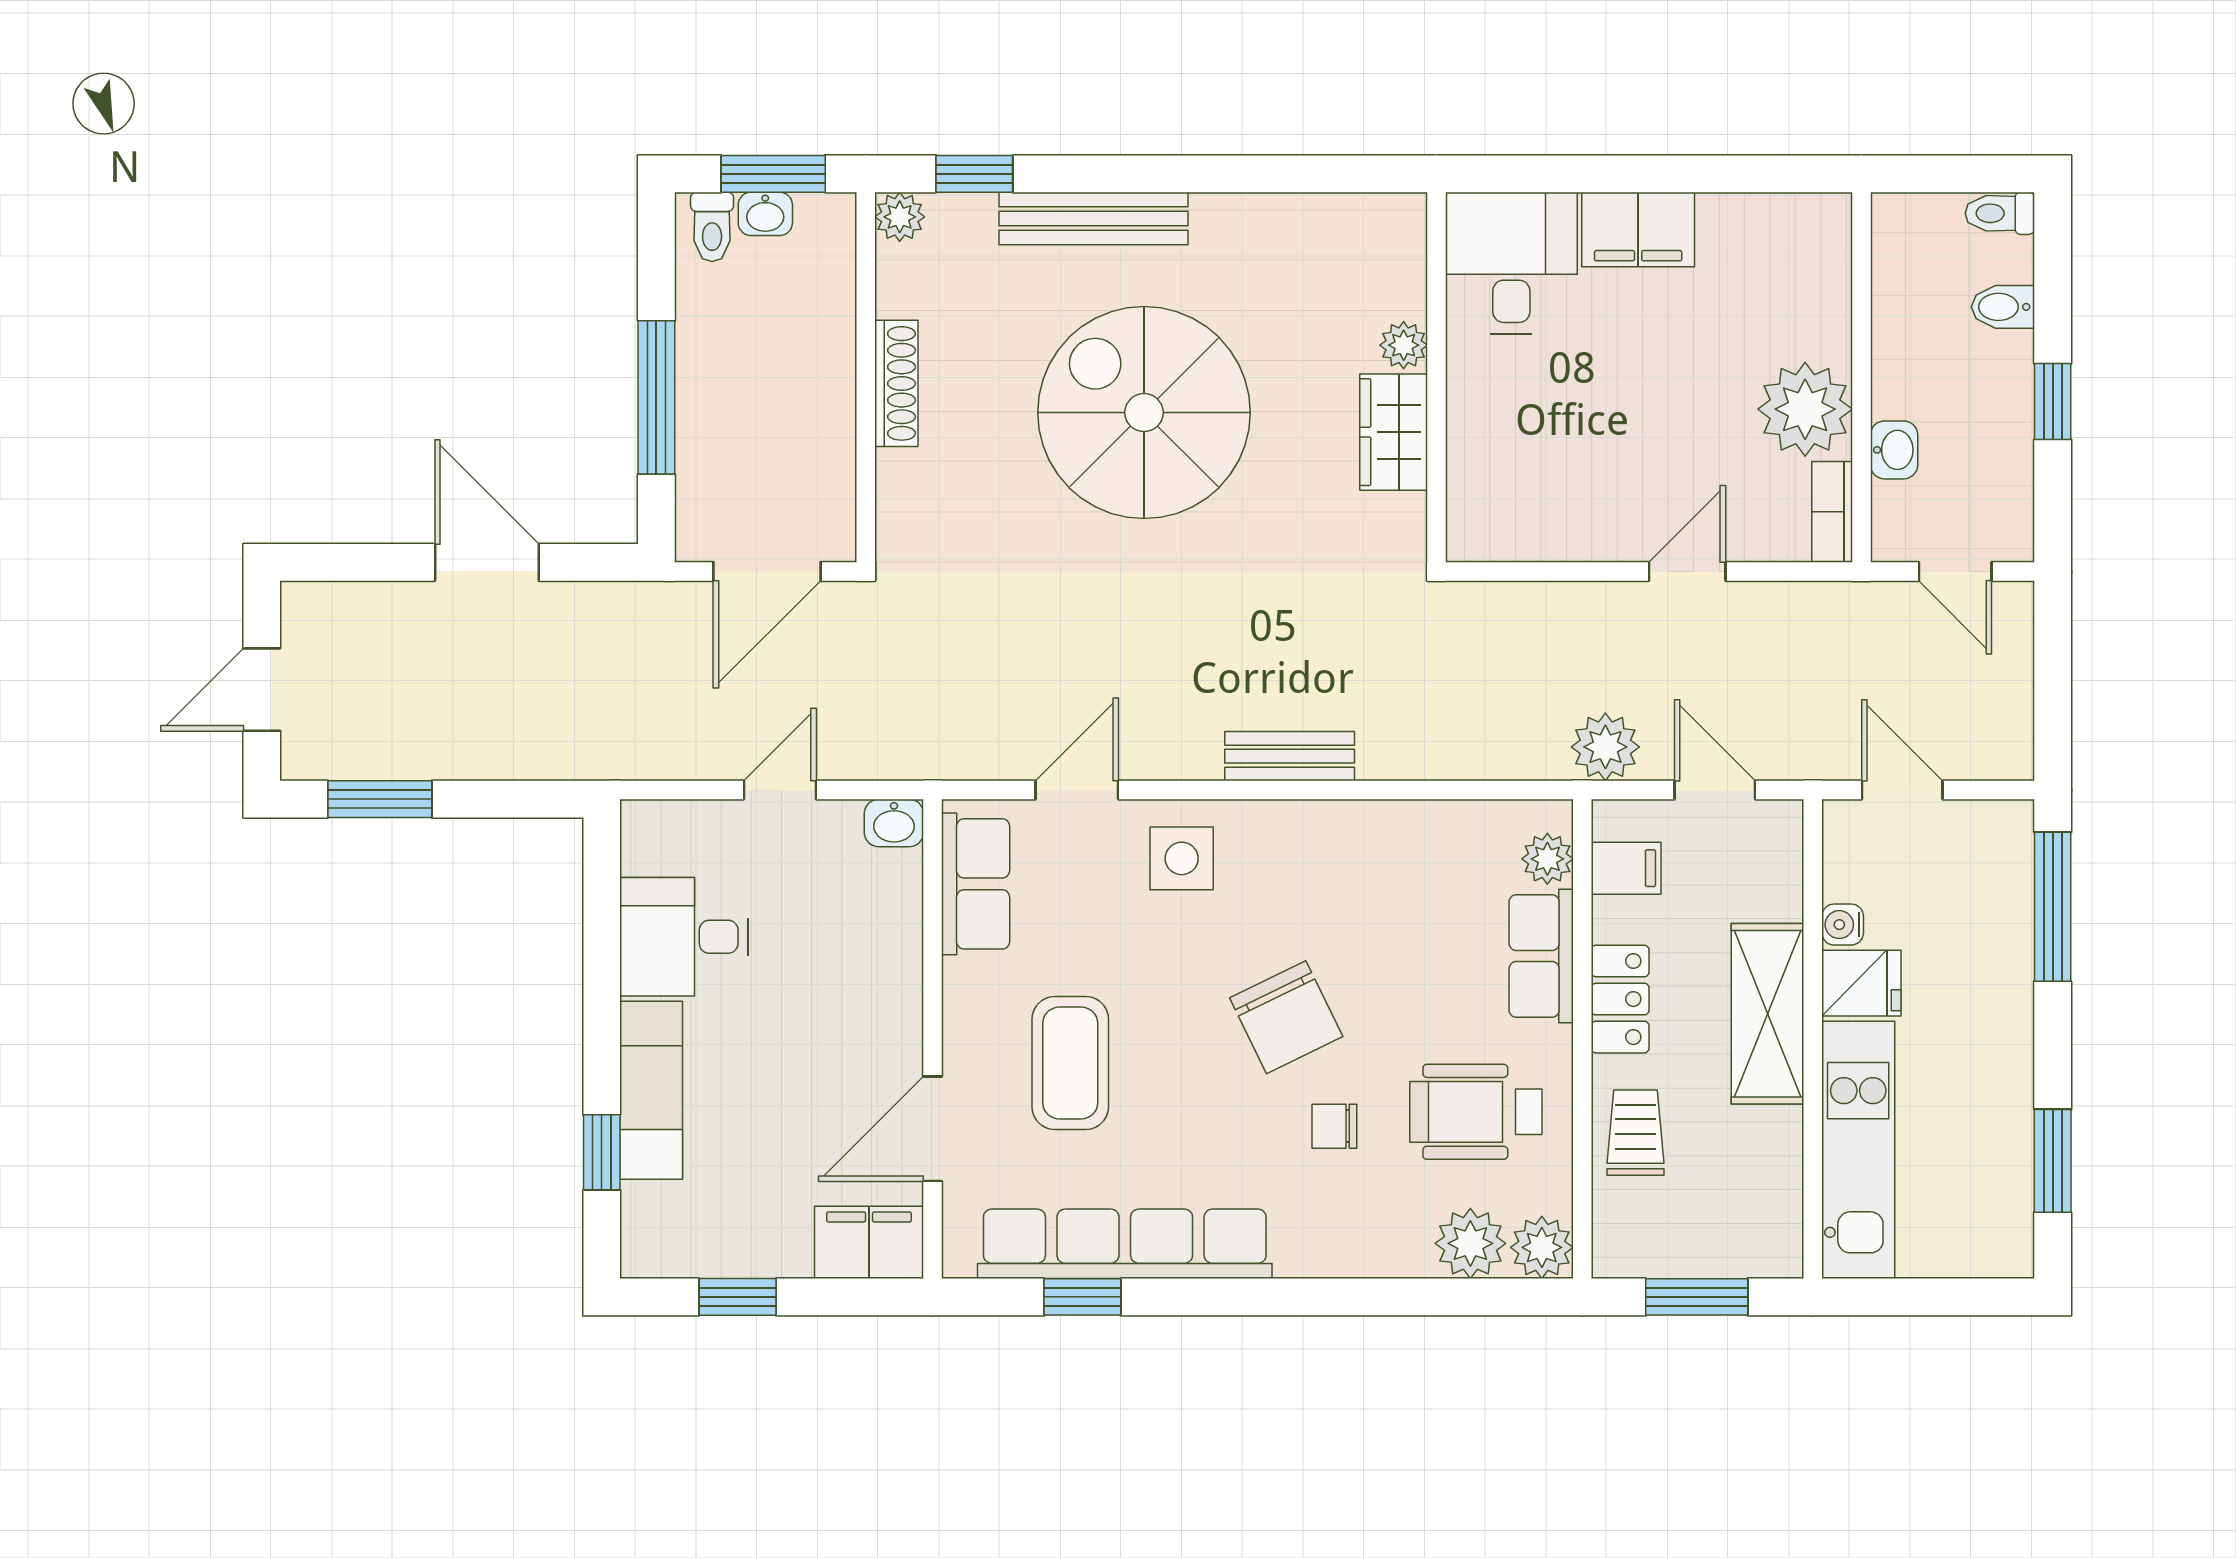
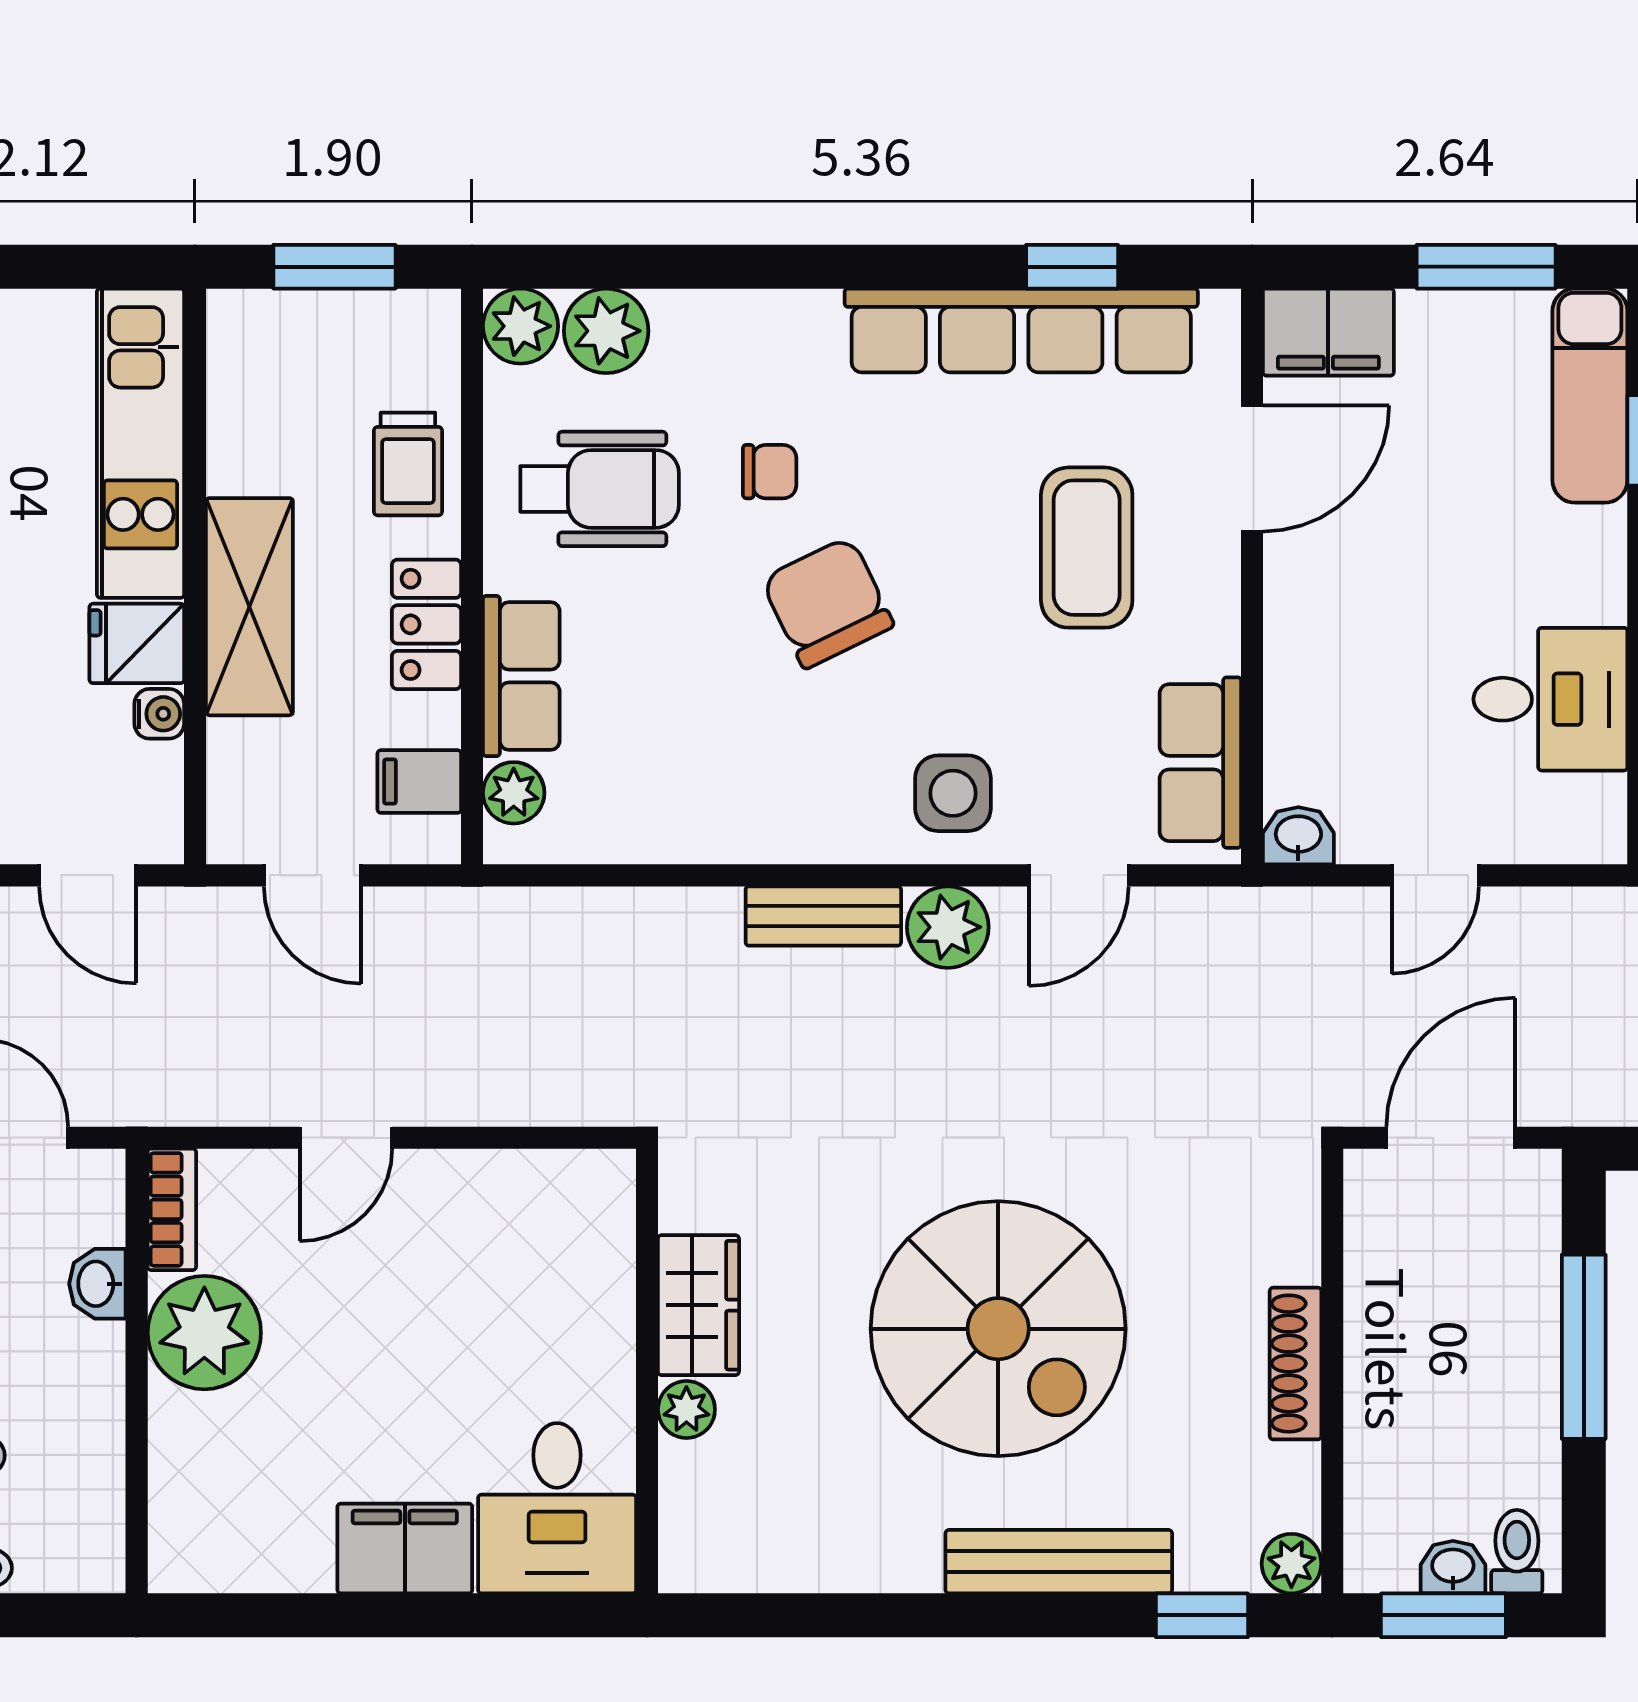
plant: (1605, 747) -> (948, 927), moved
exam couch: (651, 1090) -> (1590, 396), moved
window: (738, 1297) -> (1486, 267), width x1.50

